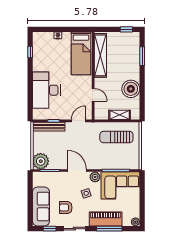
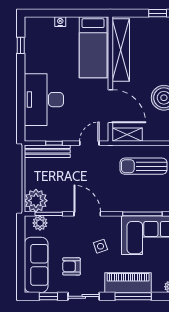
door: (93, 95) -> (110, 106), width x1.87
shelving: (120, 115) -> (127, 135), moved
plant: (95, 177) -> (40, 223), moved

